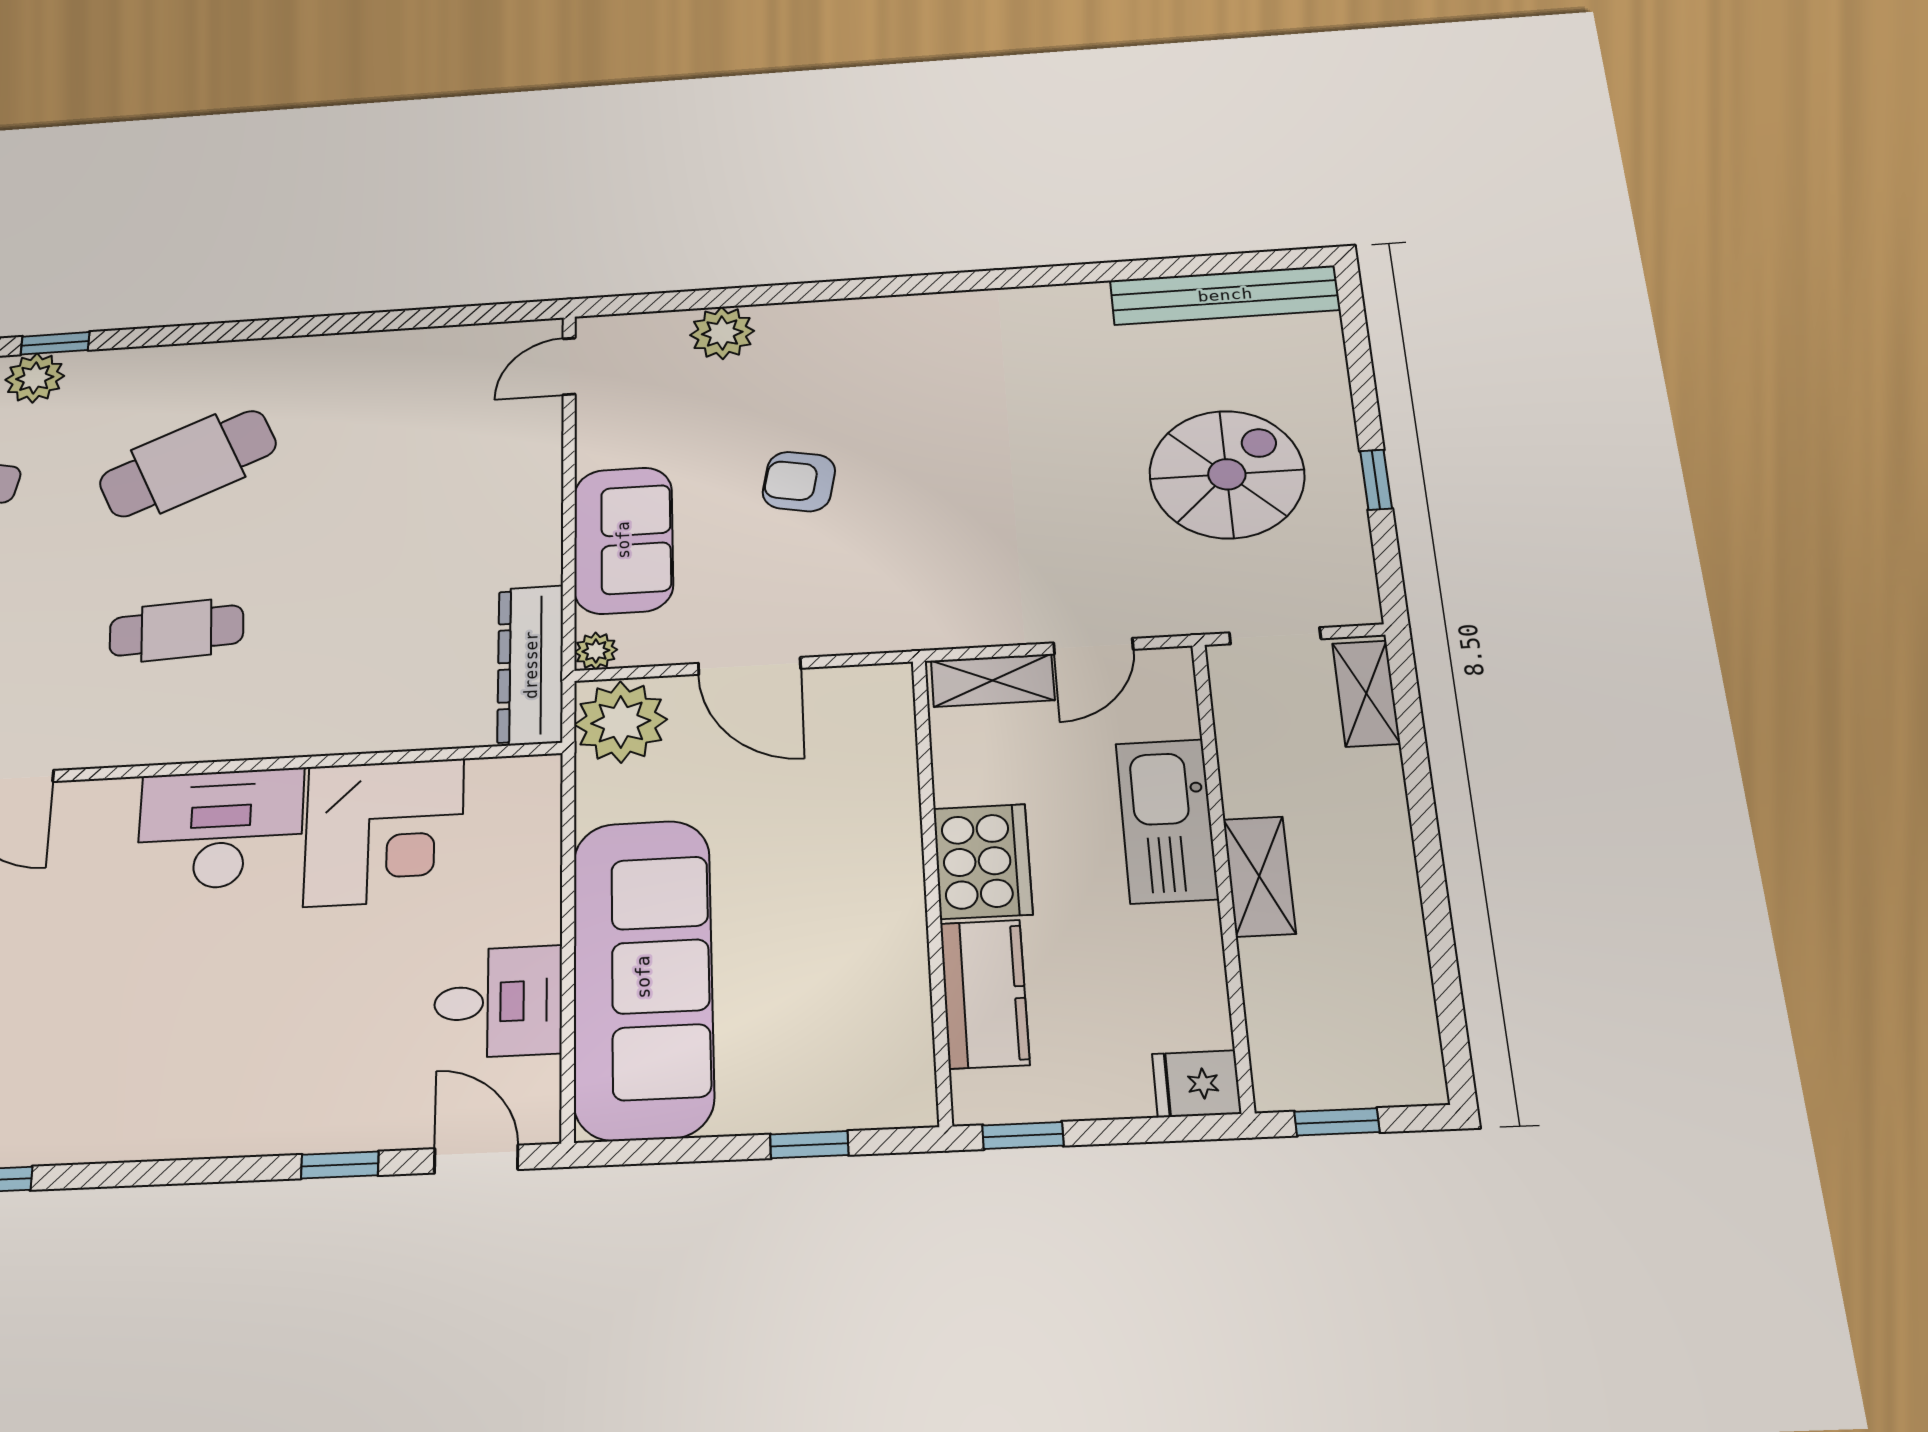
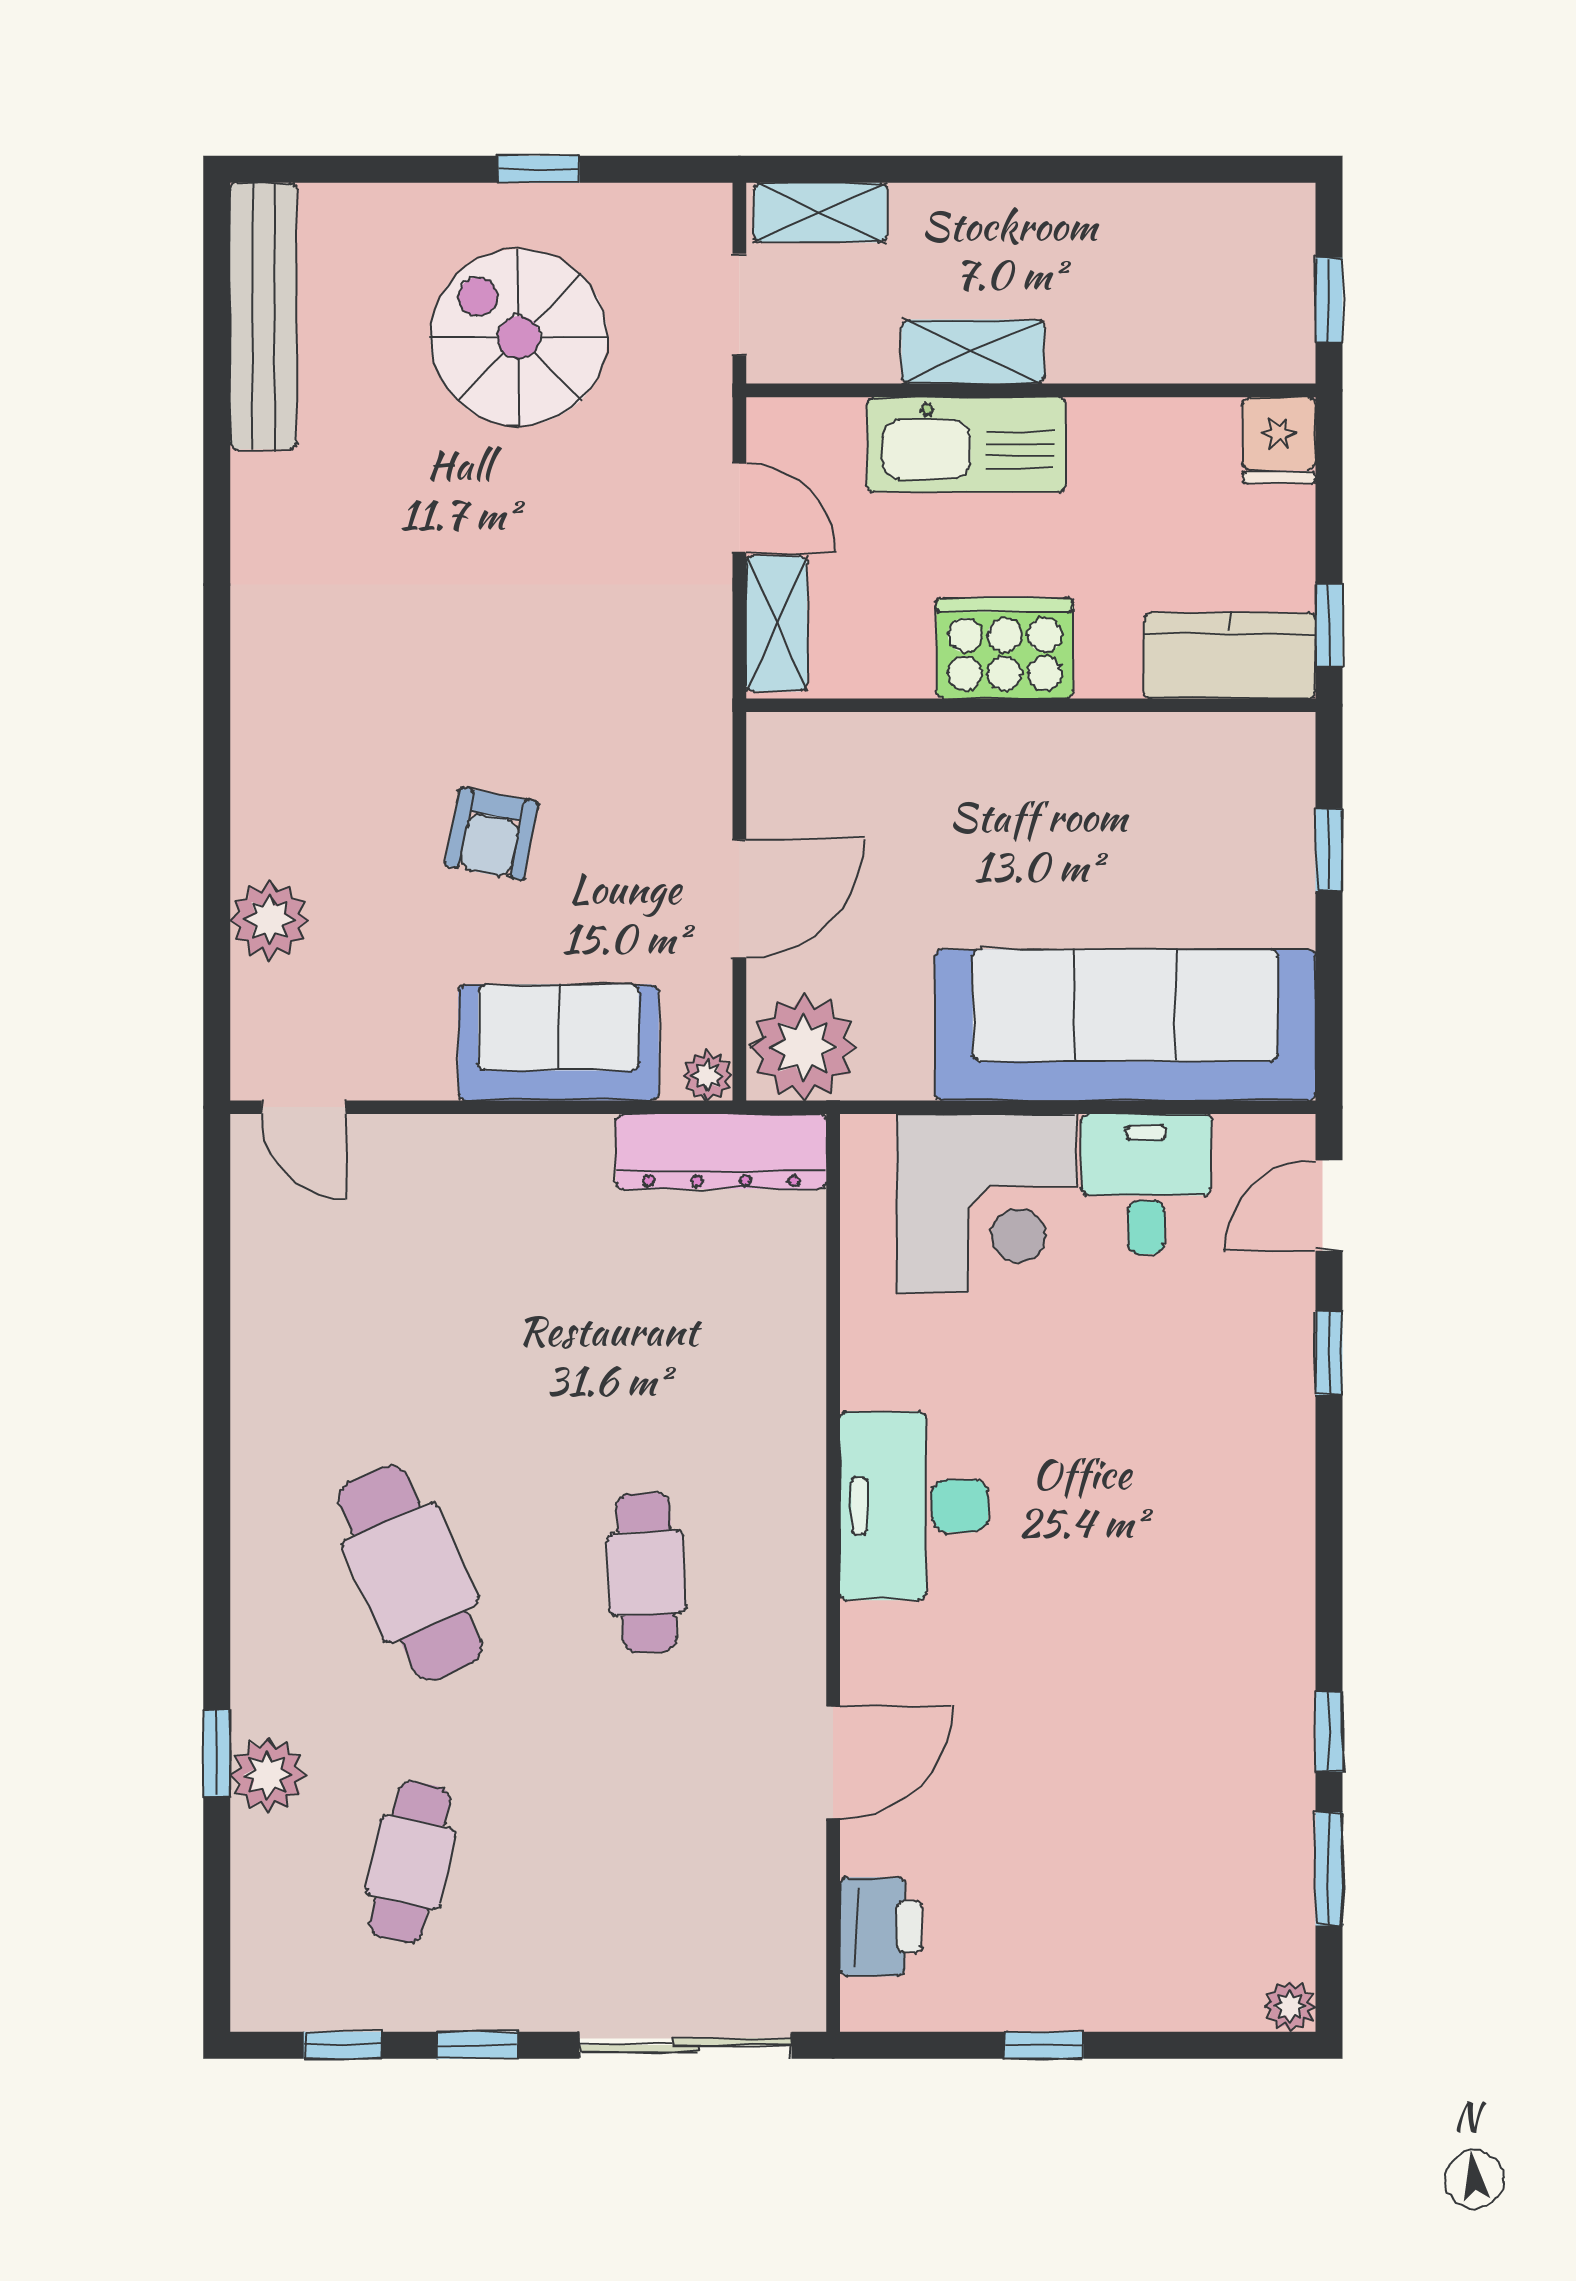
corner desk: (384, 832) -> (986, 1203), moved, turned 90
shelving: (1259, 876) -> (973, 352), moved
kitchen counter: (984, 994) -> (1230, 656), moved

